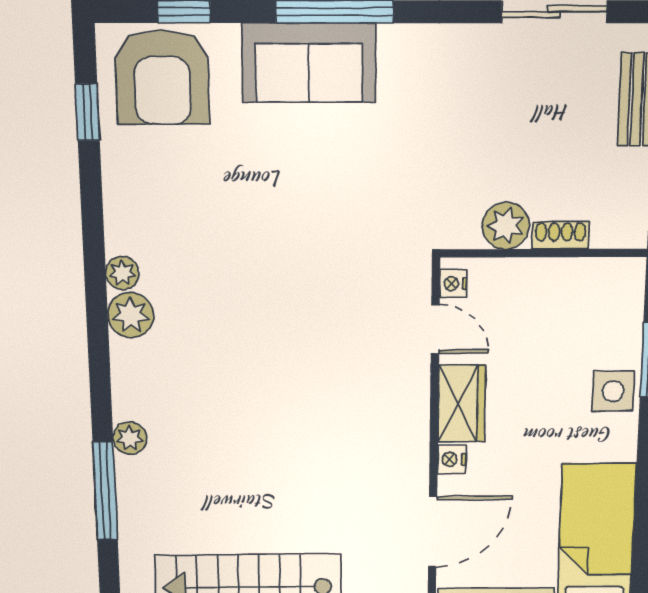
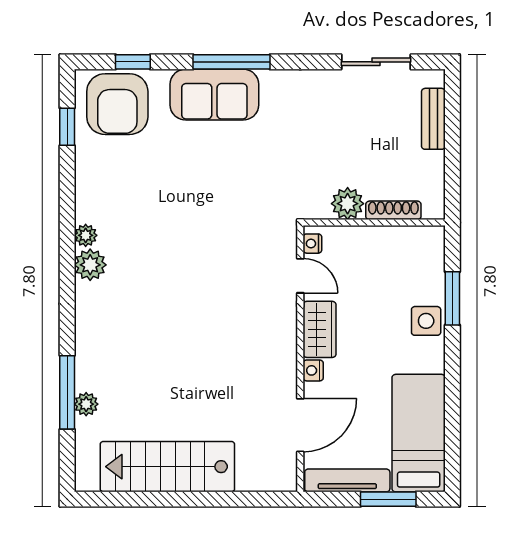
shoe rack: (561, 235) -> (393, 210), width x1.43
plant: (130, 438) -> (86, 404), moved

